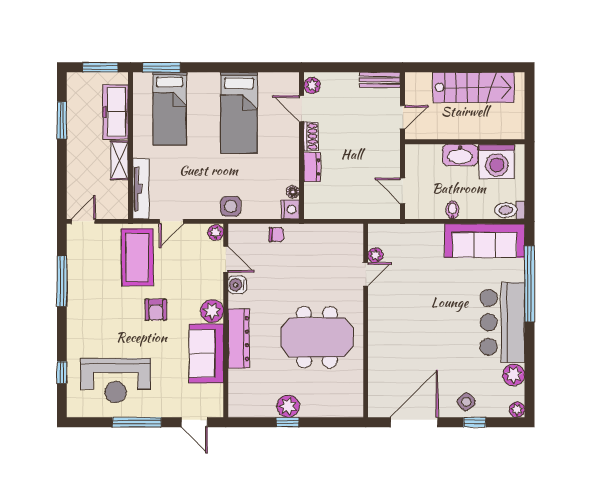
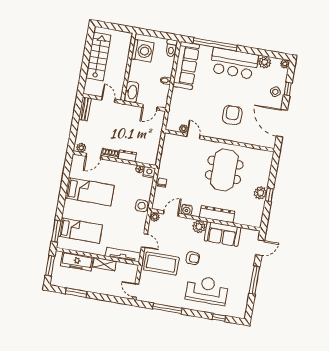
washbasin: (460, 155) -> (132, 92), moved
armchair: (413, 335) -> (232, 115), added
reception desk: (116, 381) -> (207, 290), moved, turned -90

